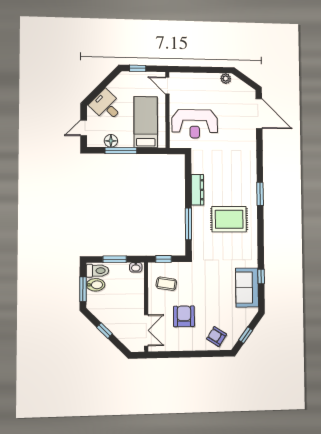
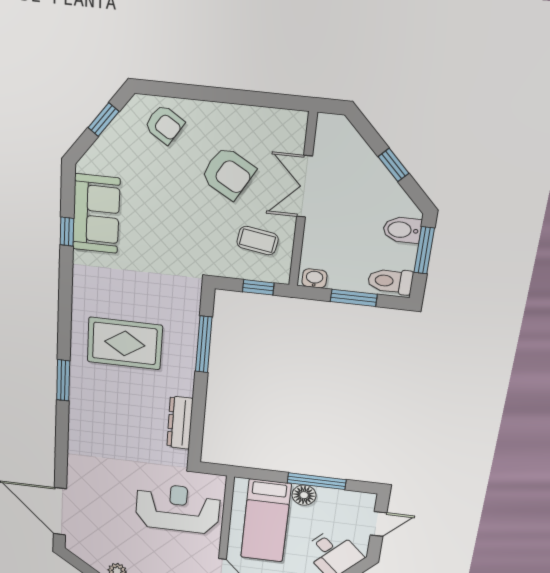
floor lamp: (111, 141) -> (304, 495), moved
dresser: (197, 190) -> (180, 423), moved
bidet: (96, 285) -> (402, 230), moved
armchair: (184, 316) -> (228, 173), turned -60
double door: (146, 330) -> (305, 187), moved

